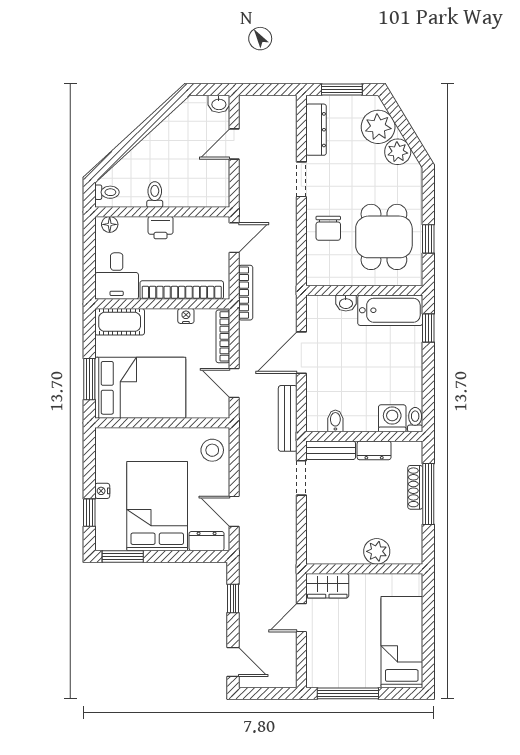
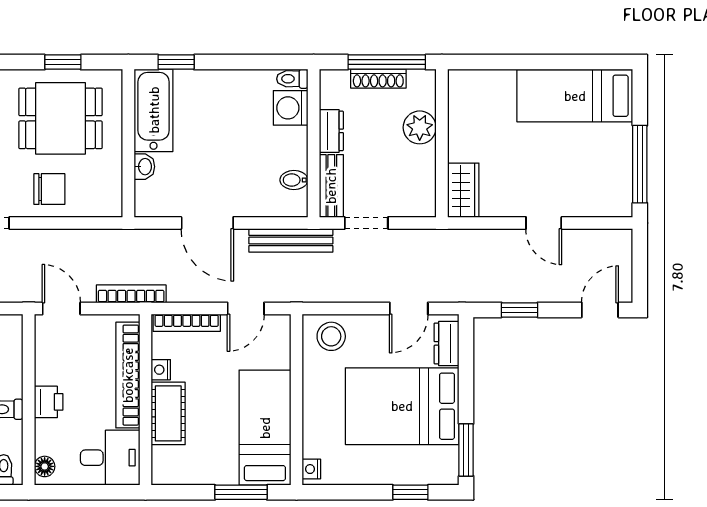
cot: (120, 322) -> (168, 413), moved
bed: (140, 388) -> (265, 428), width x0.67
nightstand: (102, 491) -> (311, 469), moved, turned 90
plant: (377, 551) -> (420, 127), moved
wall: (364, 569) -> (442, 143), moved
wardrobe: (327, 586) -> (463, 190), moved

